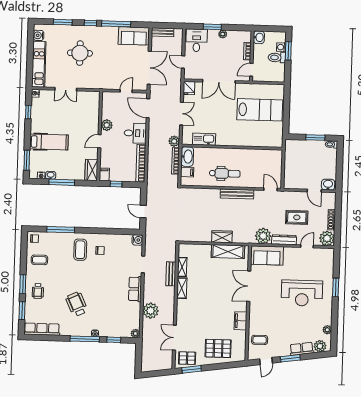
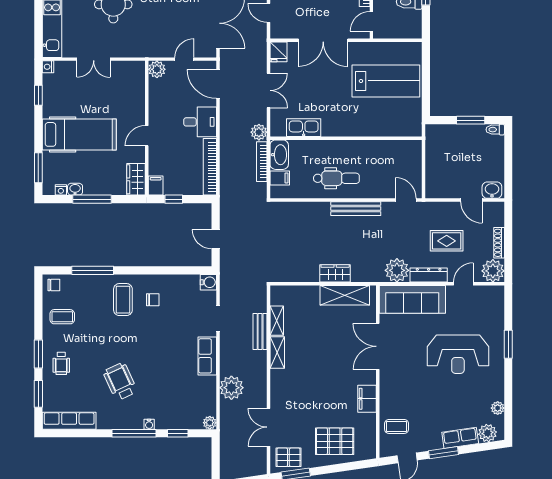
plant: (107, 125) -> (157, 69), moved
hospital bed: (49, 142) -> (79, 134), width x1.37, depth x1.29
sofa: (267, 255) -> (412, 299), width x1.36

